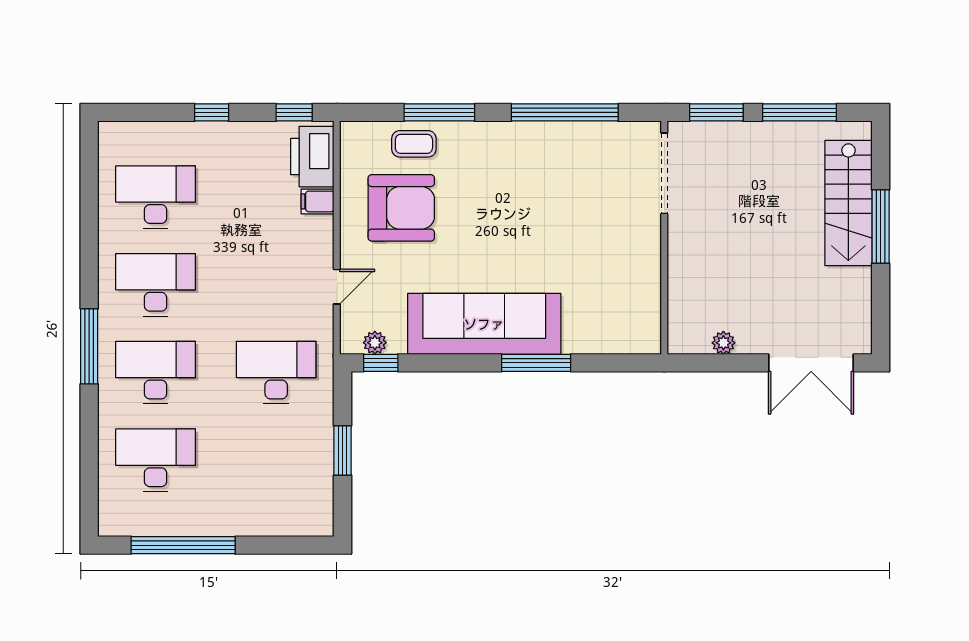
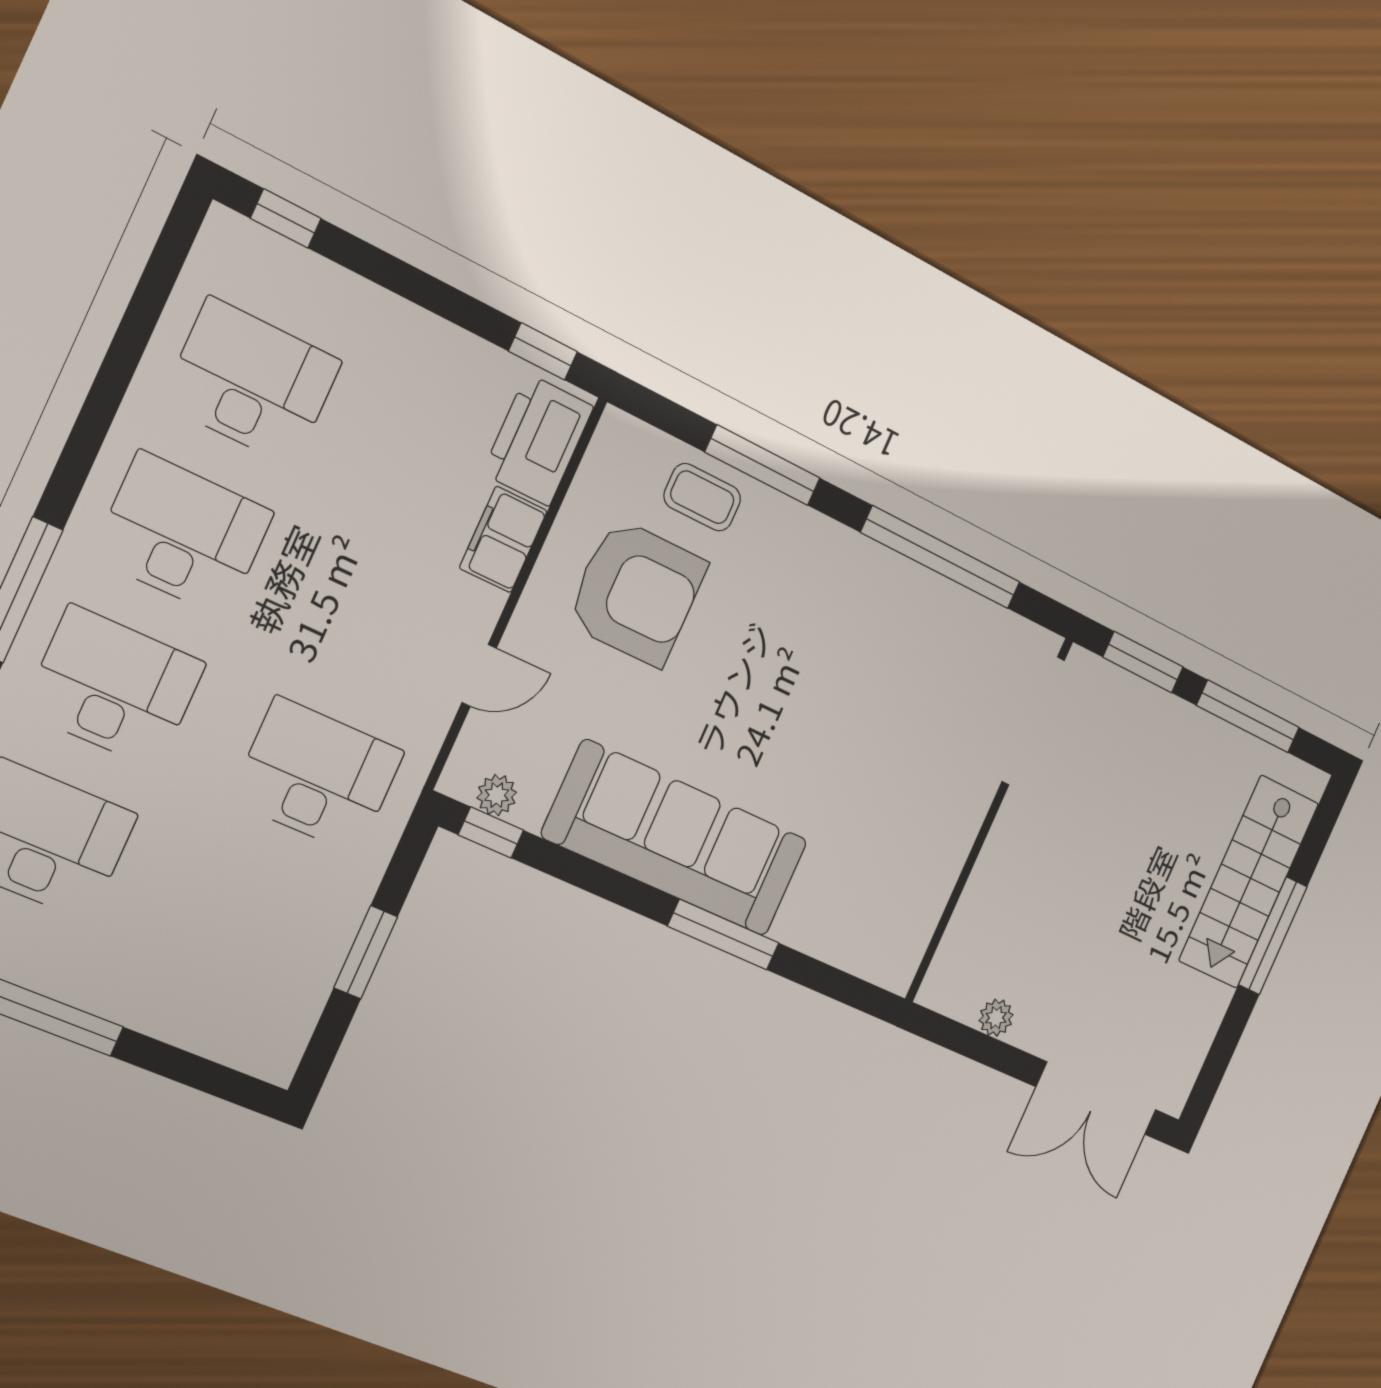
window: (212, 112) -> (286, 218), moved
filing cabinet: (317, 201) -> (503, 539), width x2.00

